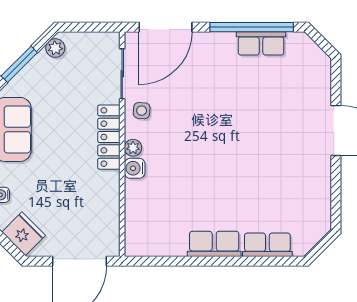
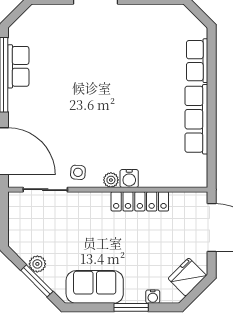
plant: (55, 48) -> (37, 264), moved
locker: (109, 137) -> (140, 201), moved
row of seats: (214, 244) -> (196, 119), width x1.48

